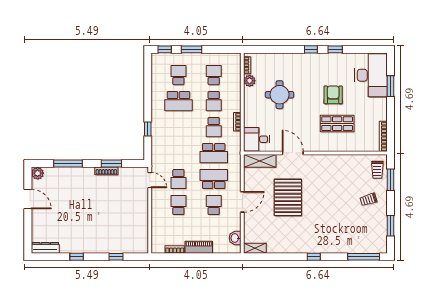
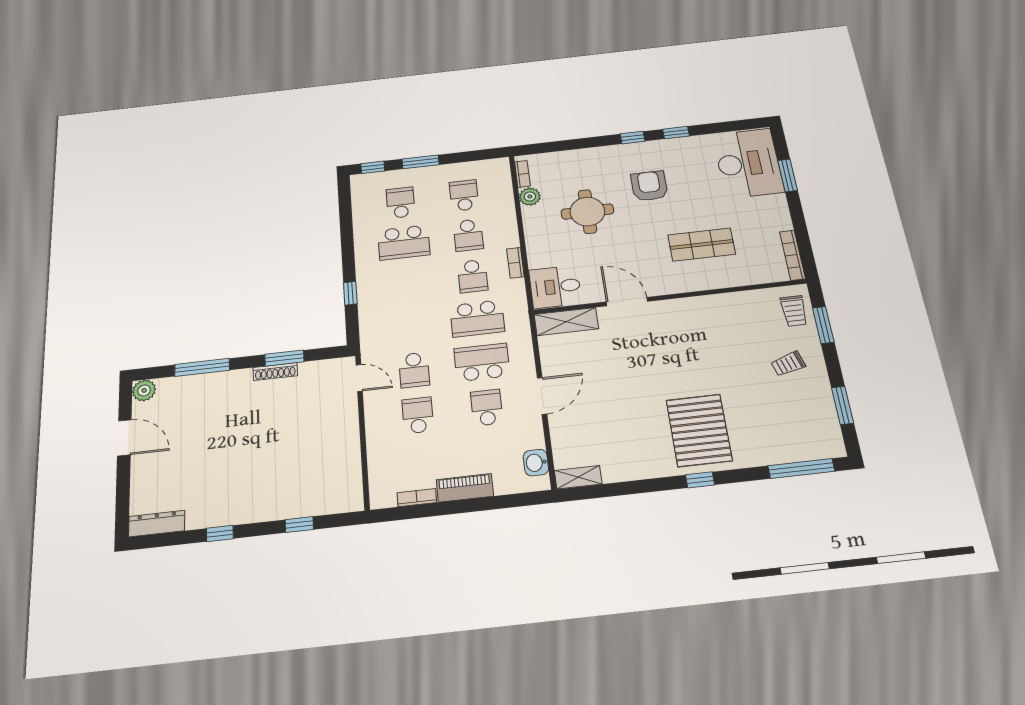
armchair: (333, 95) -> (649, 186), moved
pallet: (288, 197) -> (699, 430), moved

